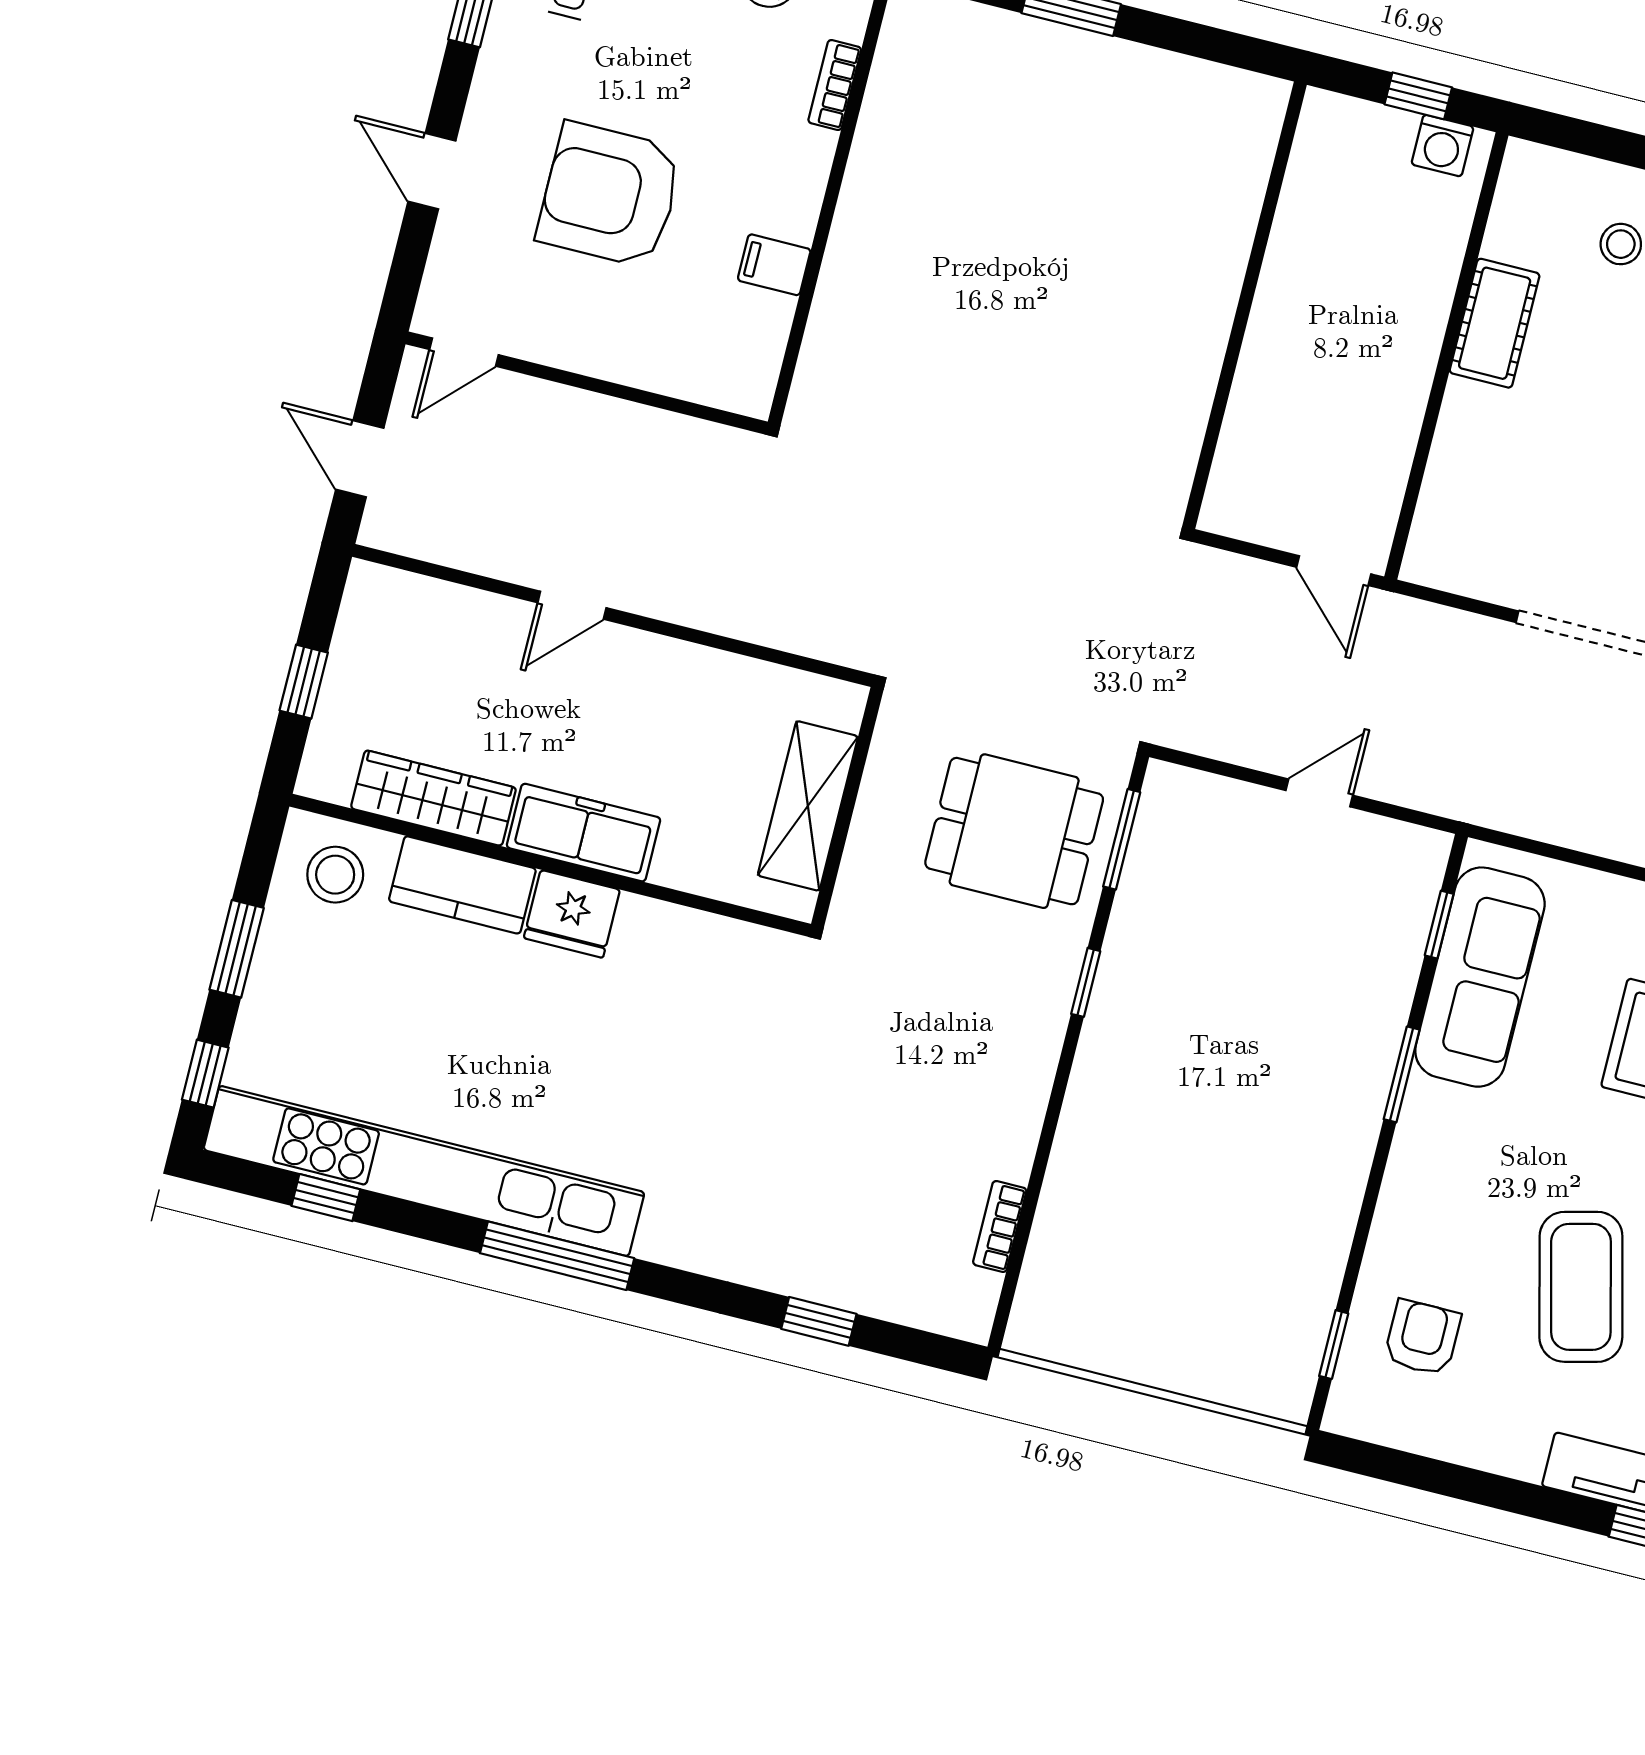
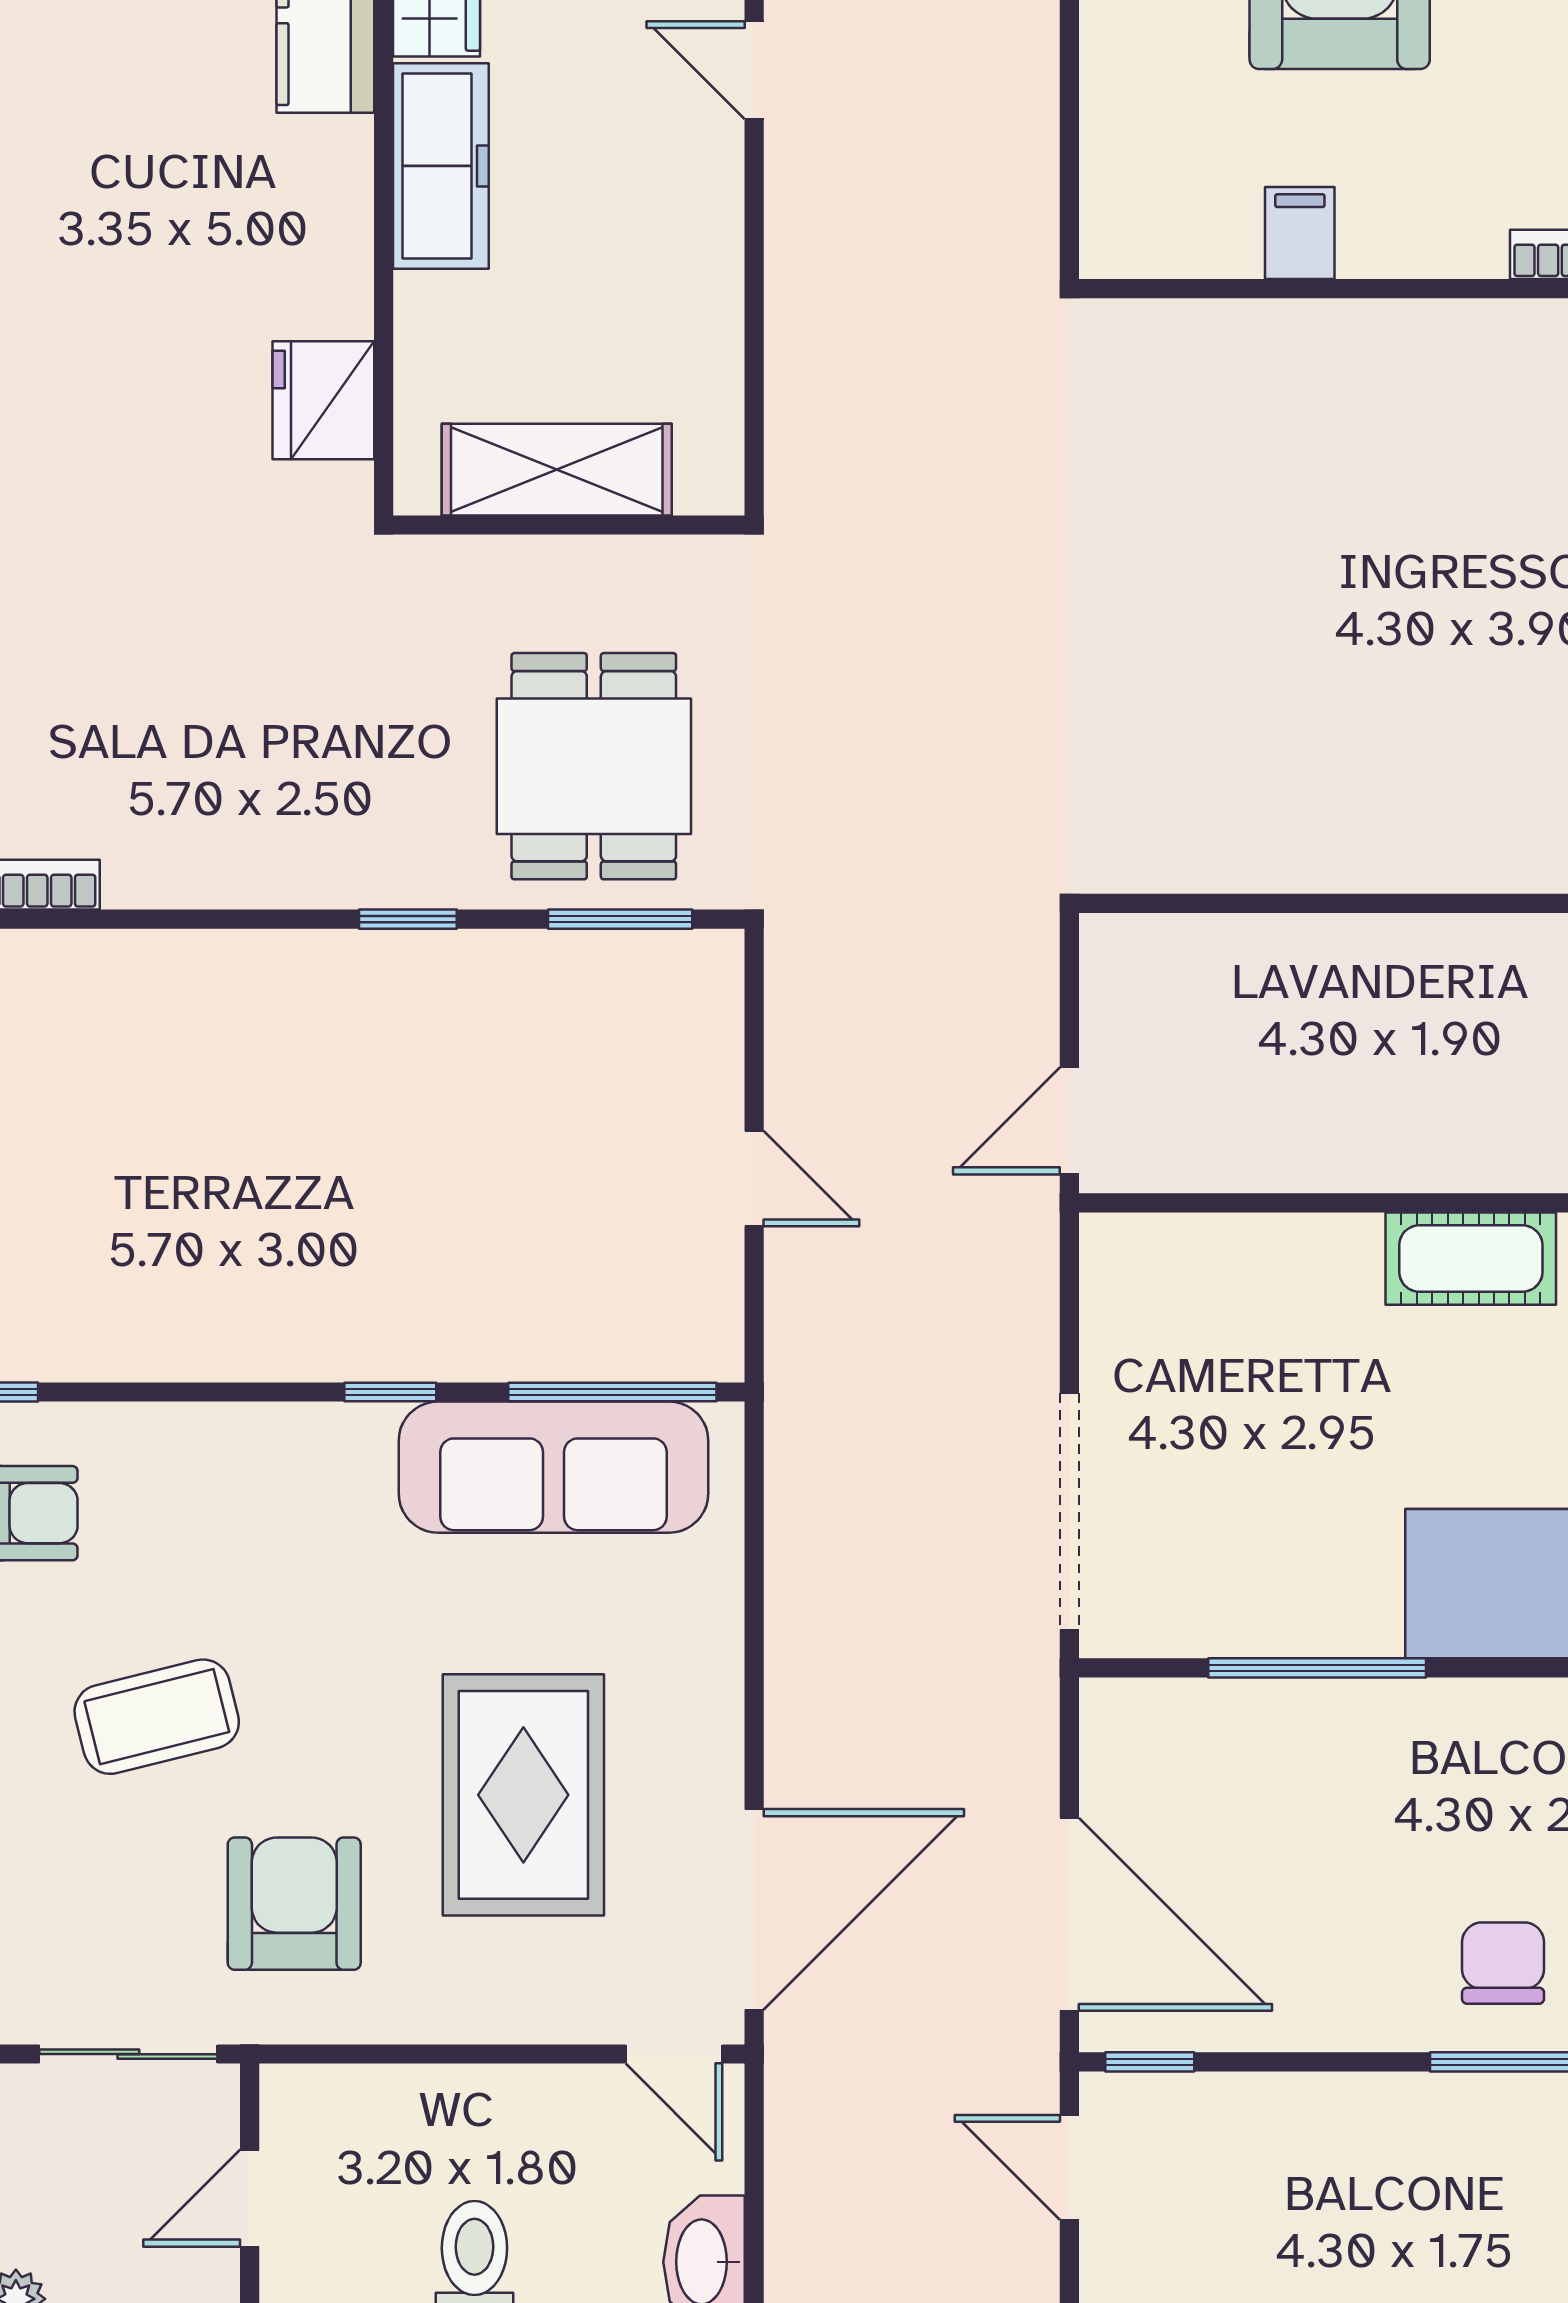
fridge: (572, 914) -> (323, 400), moved
window: (1439, 925) -> (612, 1392), width x2.17
window: (1402, 1074) -> (390, 1392), width x0.67
coffee table: (1581, 1287) -> (157, 1717), width x0.73, depth x0.76

